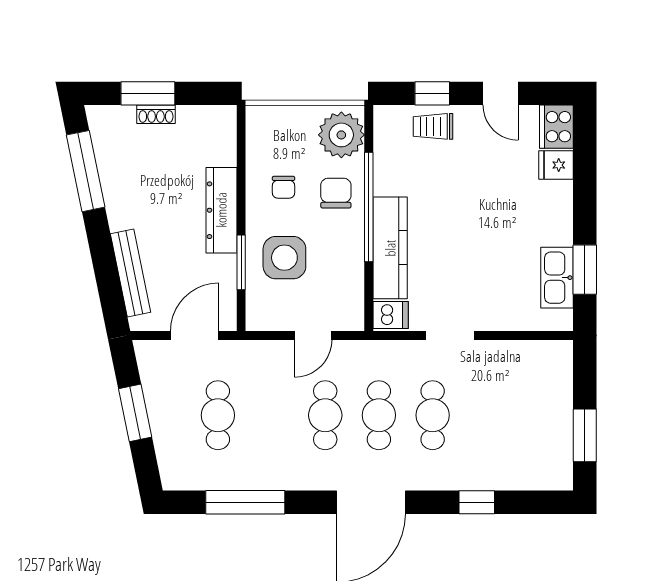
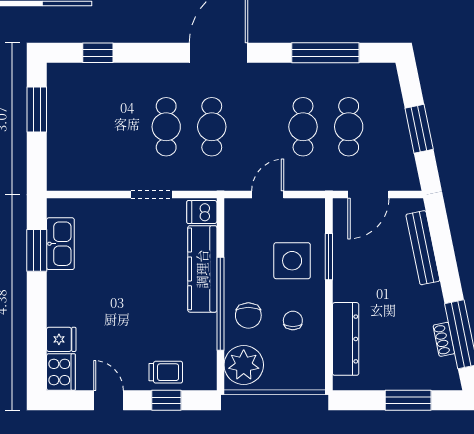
shoe rack: (156, 114) -> (444, 339), moved, turned -102
dresser: (221, 210) -> (346, 339), moved
cafe table: (325, 415) -> (303, 127), moved
window: (477, 502) -> (98, 53), moved

